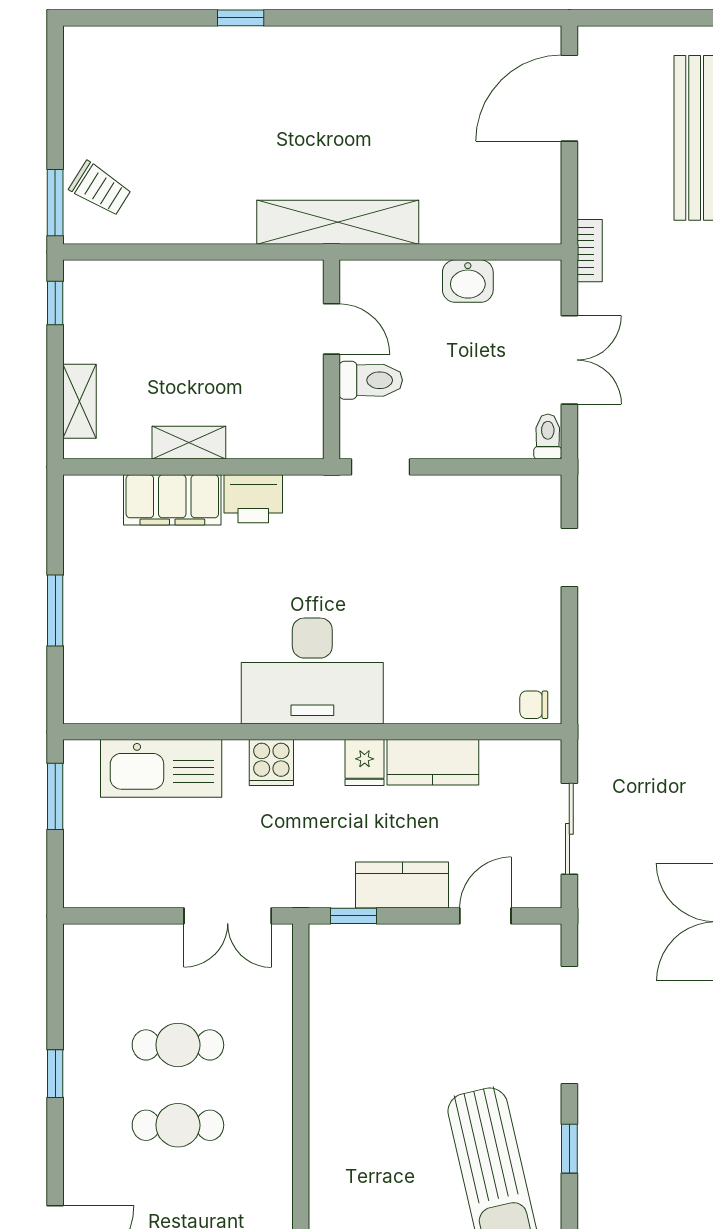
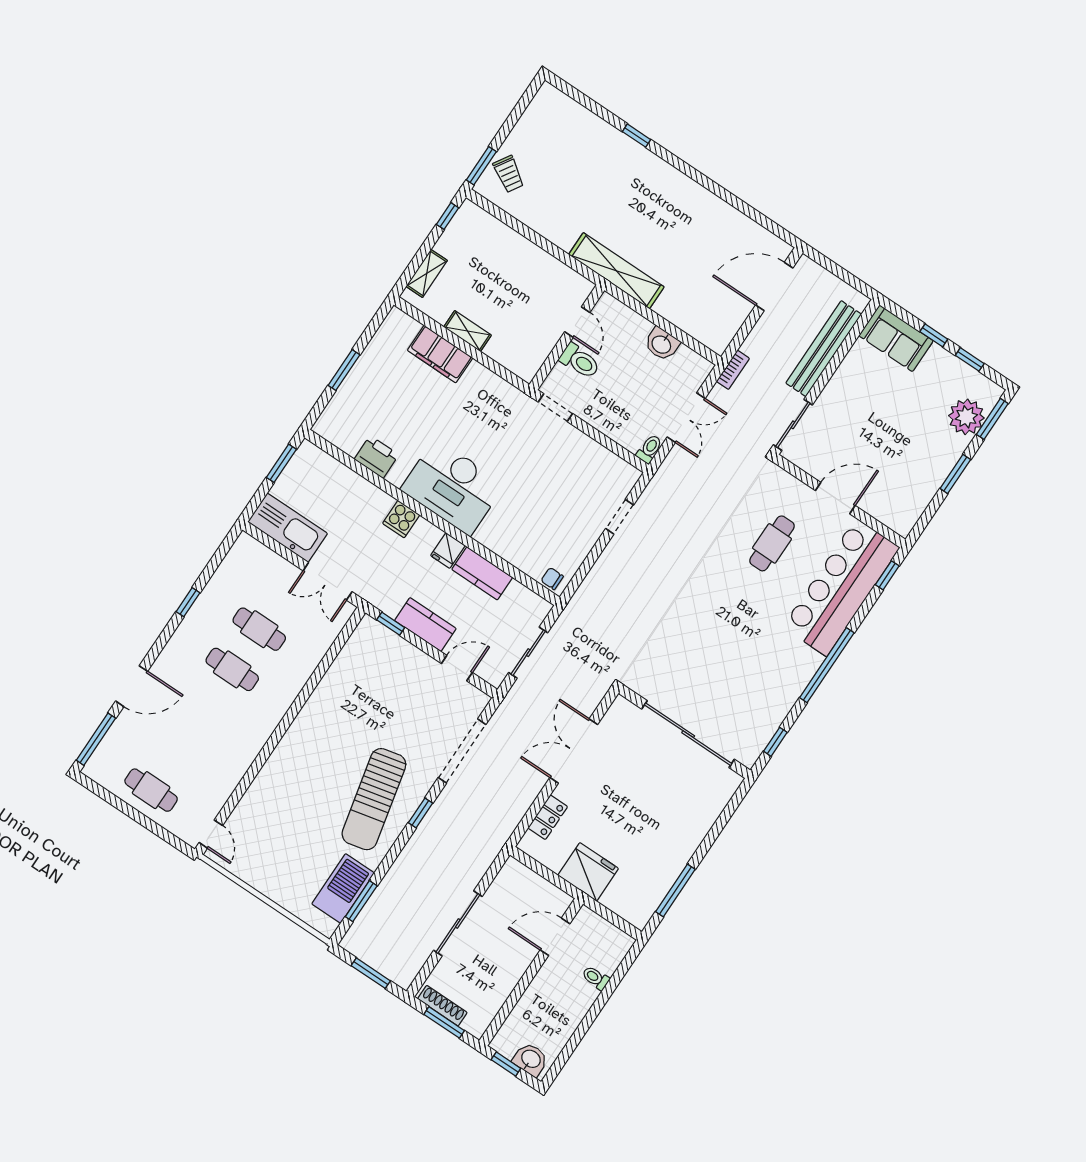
printer: (253, 499) -> (377, 457), moved, turned 180
kitchen sink: (161, 768) -> (288, 528), moved, turned 180

